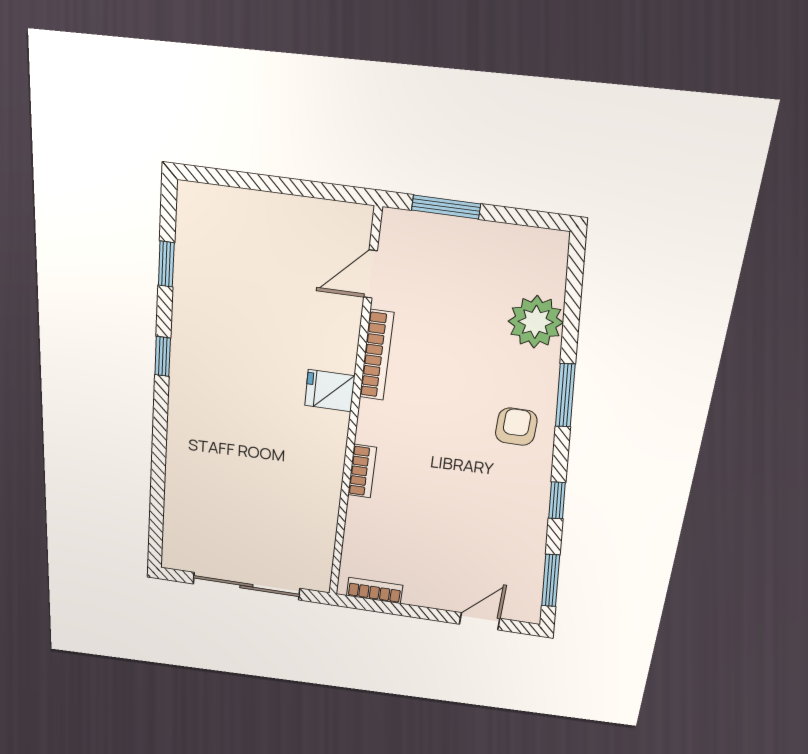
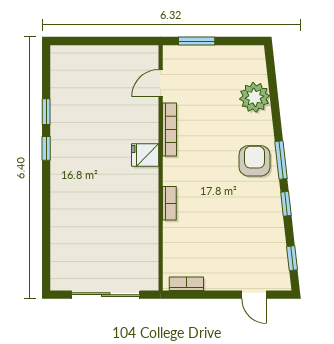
window: (166, 264) -> (46, 112), moved
window: (565, 395) -> (281, 160), moved
armchair: (516, 427) -> (255, 161), width x1.38, depth x1.38
window: (551, 581) -> (292, 258), width x0.67
door: (480, 621) -> (254, 295), swing flipped

